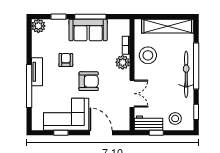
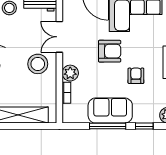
stool: (148, 55) -> (38, 64), moved
armchair: (66, 60) -> (136, 76), turned 180
armchair: (89, 81) -> (110, 51), turned 180

